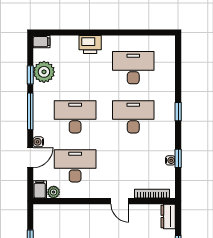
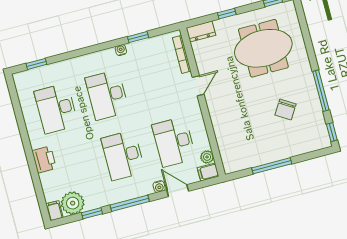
plant: (44, 72) -> (73, 203), moved
window: (178, 112) -> (36, 64), moved
water cooler: (170, 160) -> (121, 50), moved

